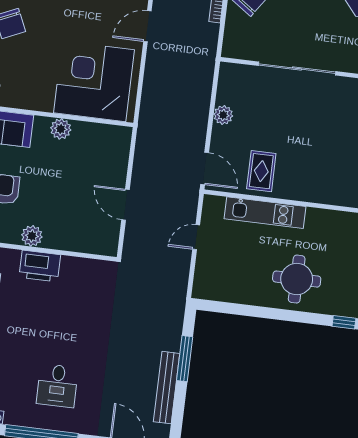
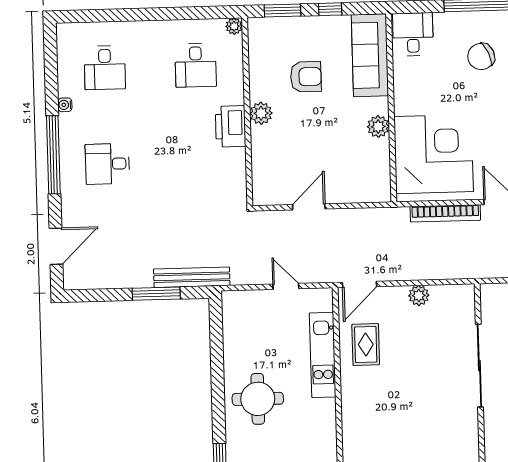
bookcase: (151, 79) -> (445, 213), added
rug: (261, 171) -> (366, 344), turned 90
bench: (167, 388) -> (192, 277), moved

